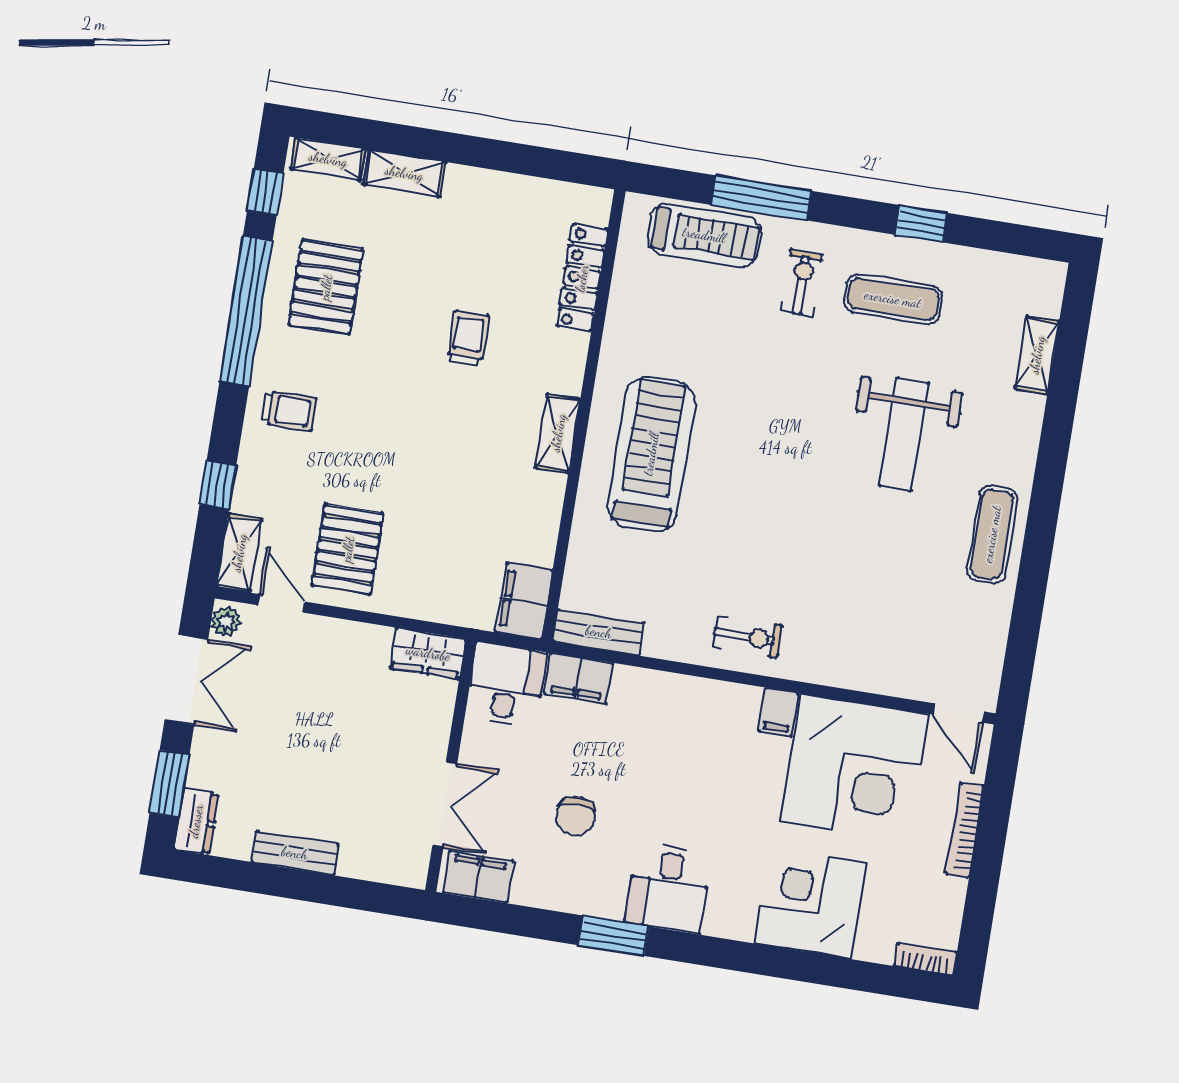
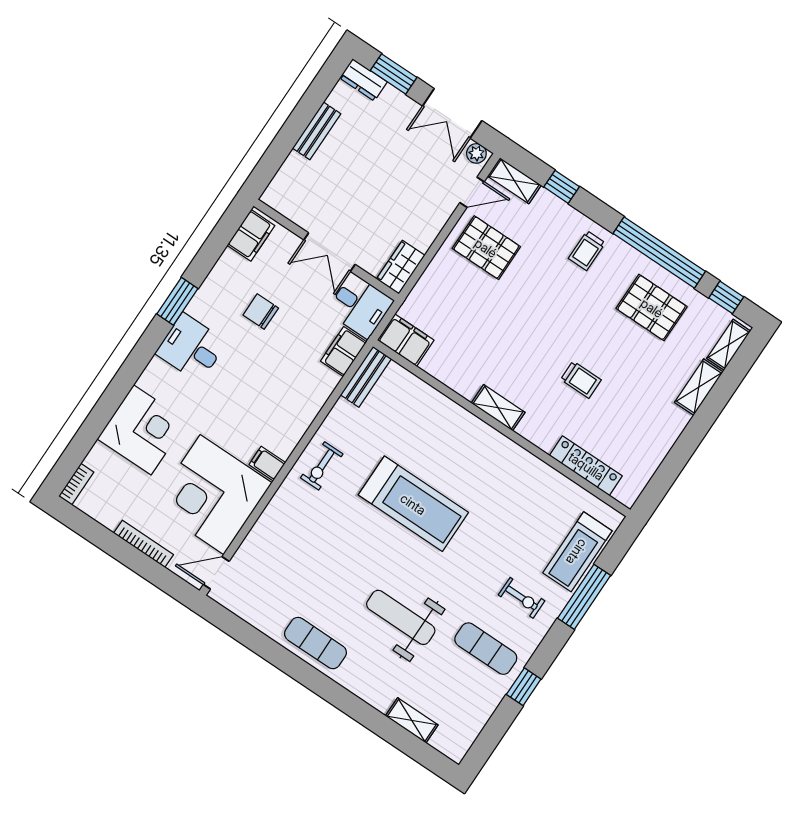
exercise mat: (893, 299) -> (486, 649), turned 90
treadmill: (651, 454) -> (413, 504), moved
double door: (445, 804) -> (329, 252), moved

